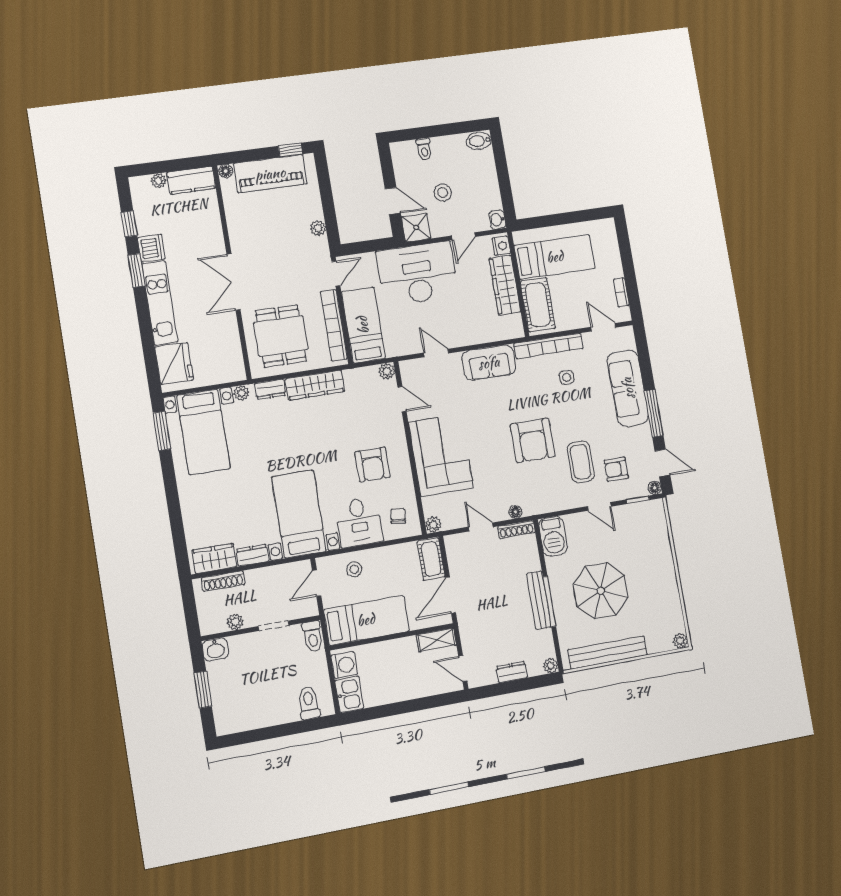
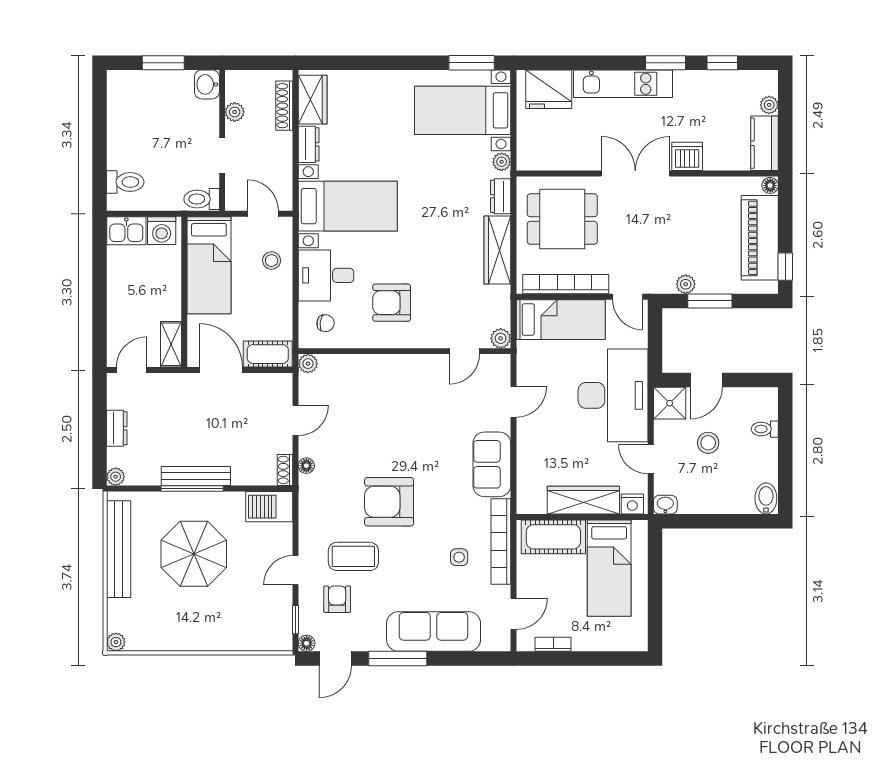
window: (328, 207) -> (710, 301), added
dishwasher: (151, 248) -> (687, 156), moved, turned 180
corner sofa: (441, 455) -> (389, 387), removed
shoe rack: (516, 530) -> (285, 470), width x0.70

